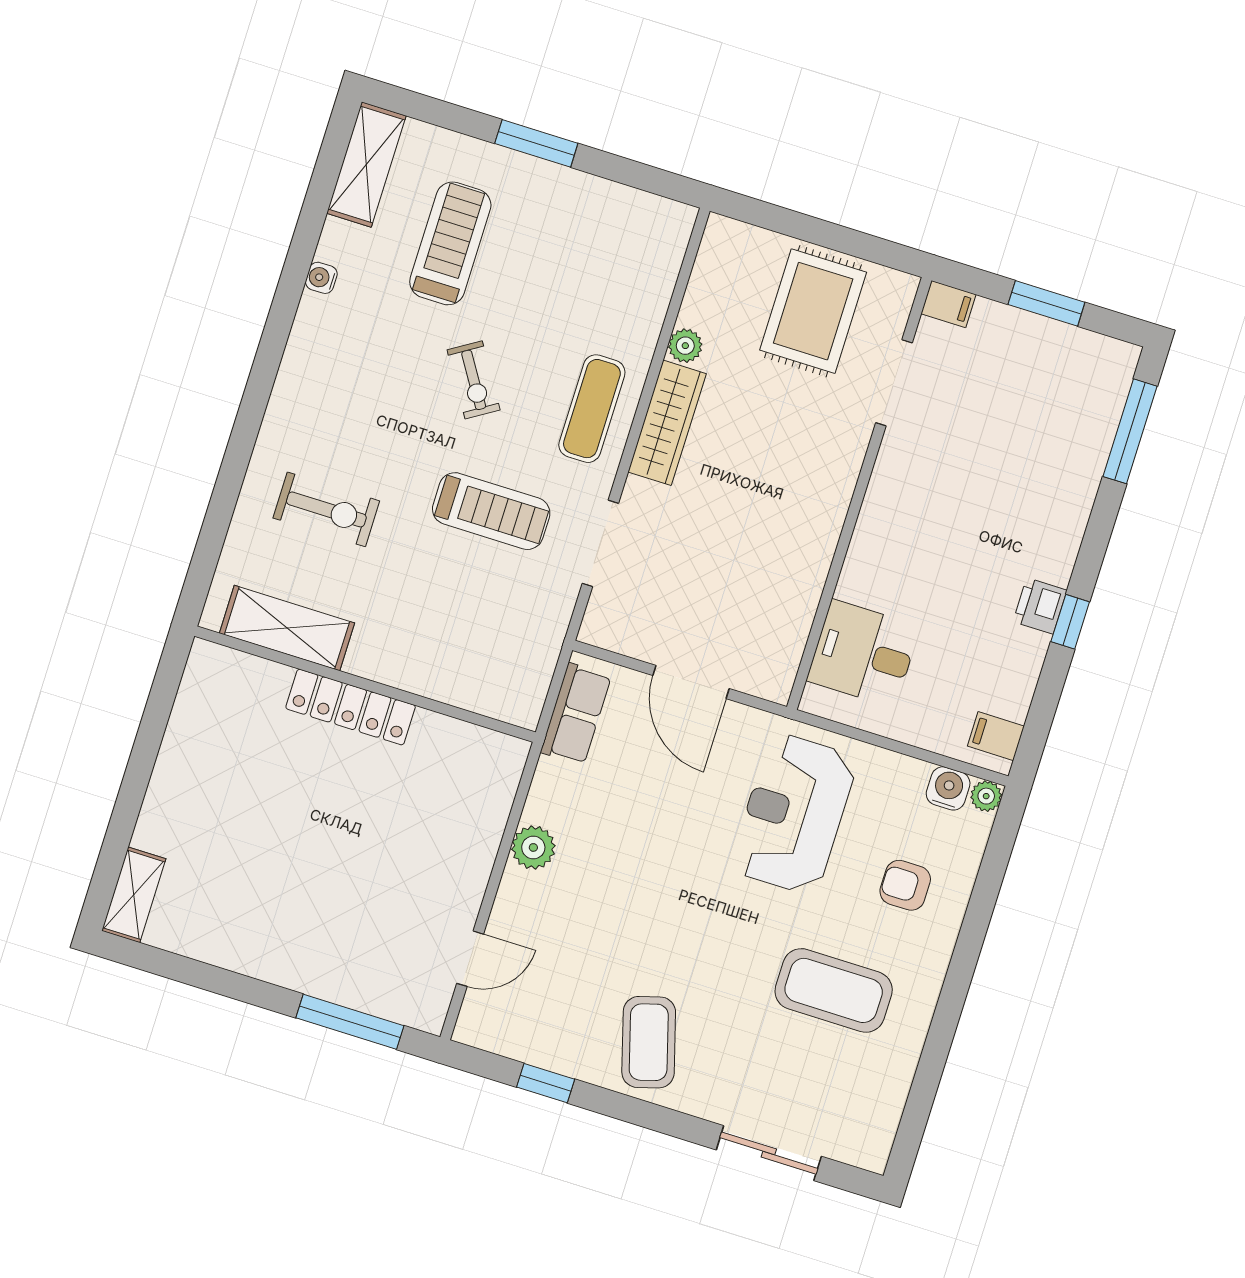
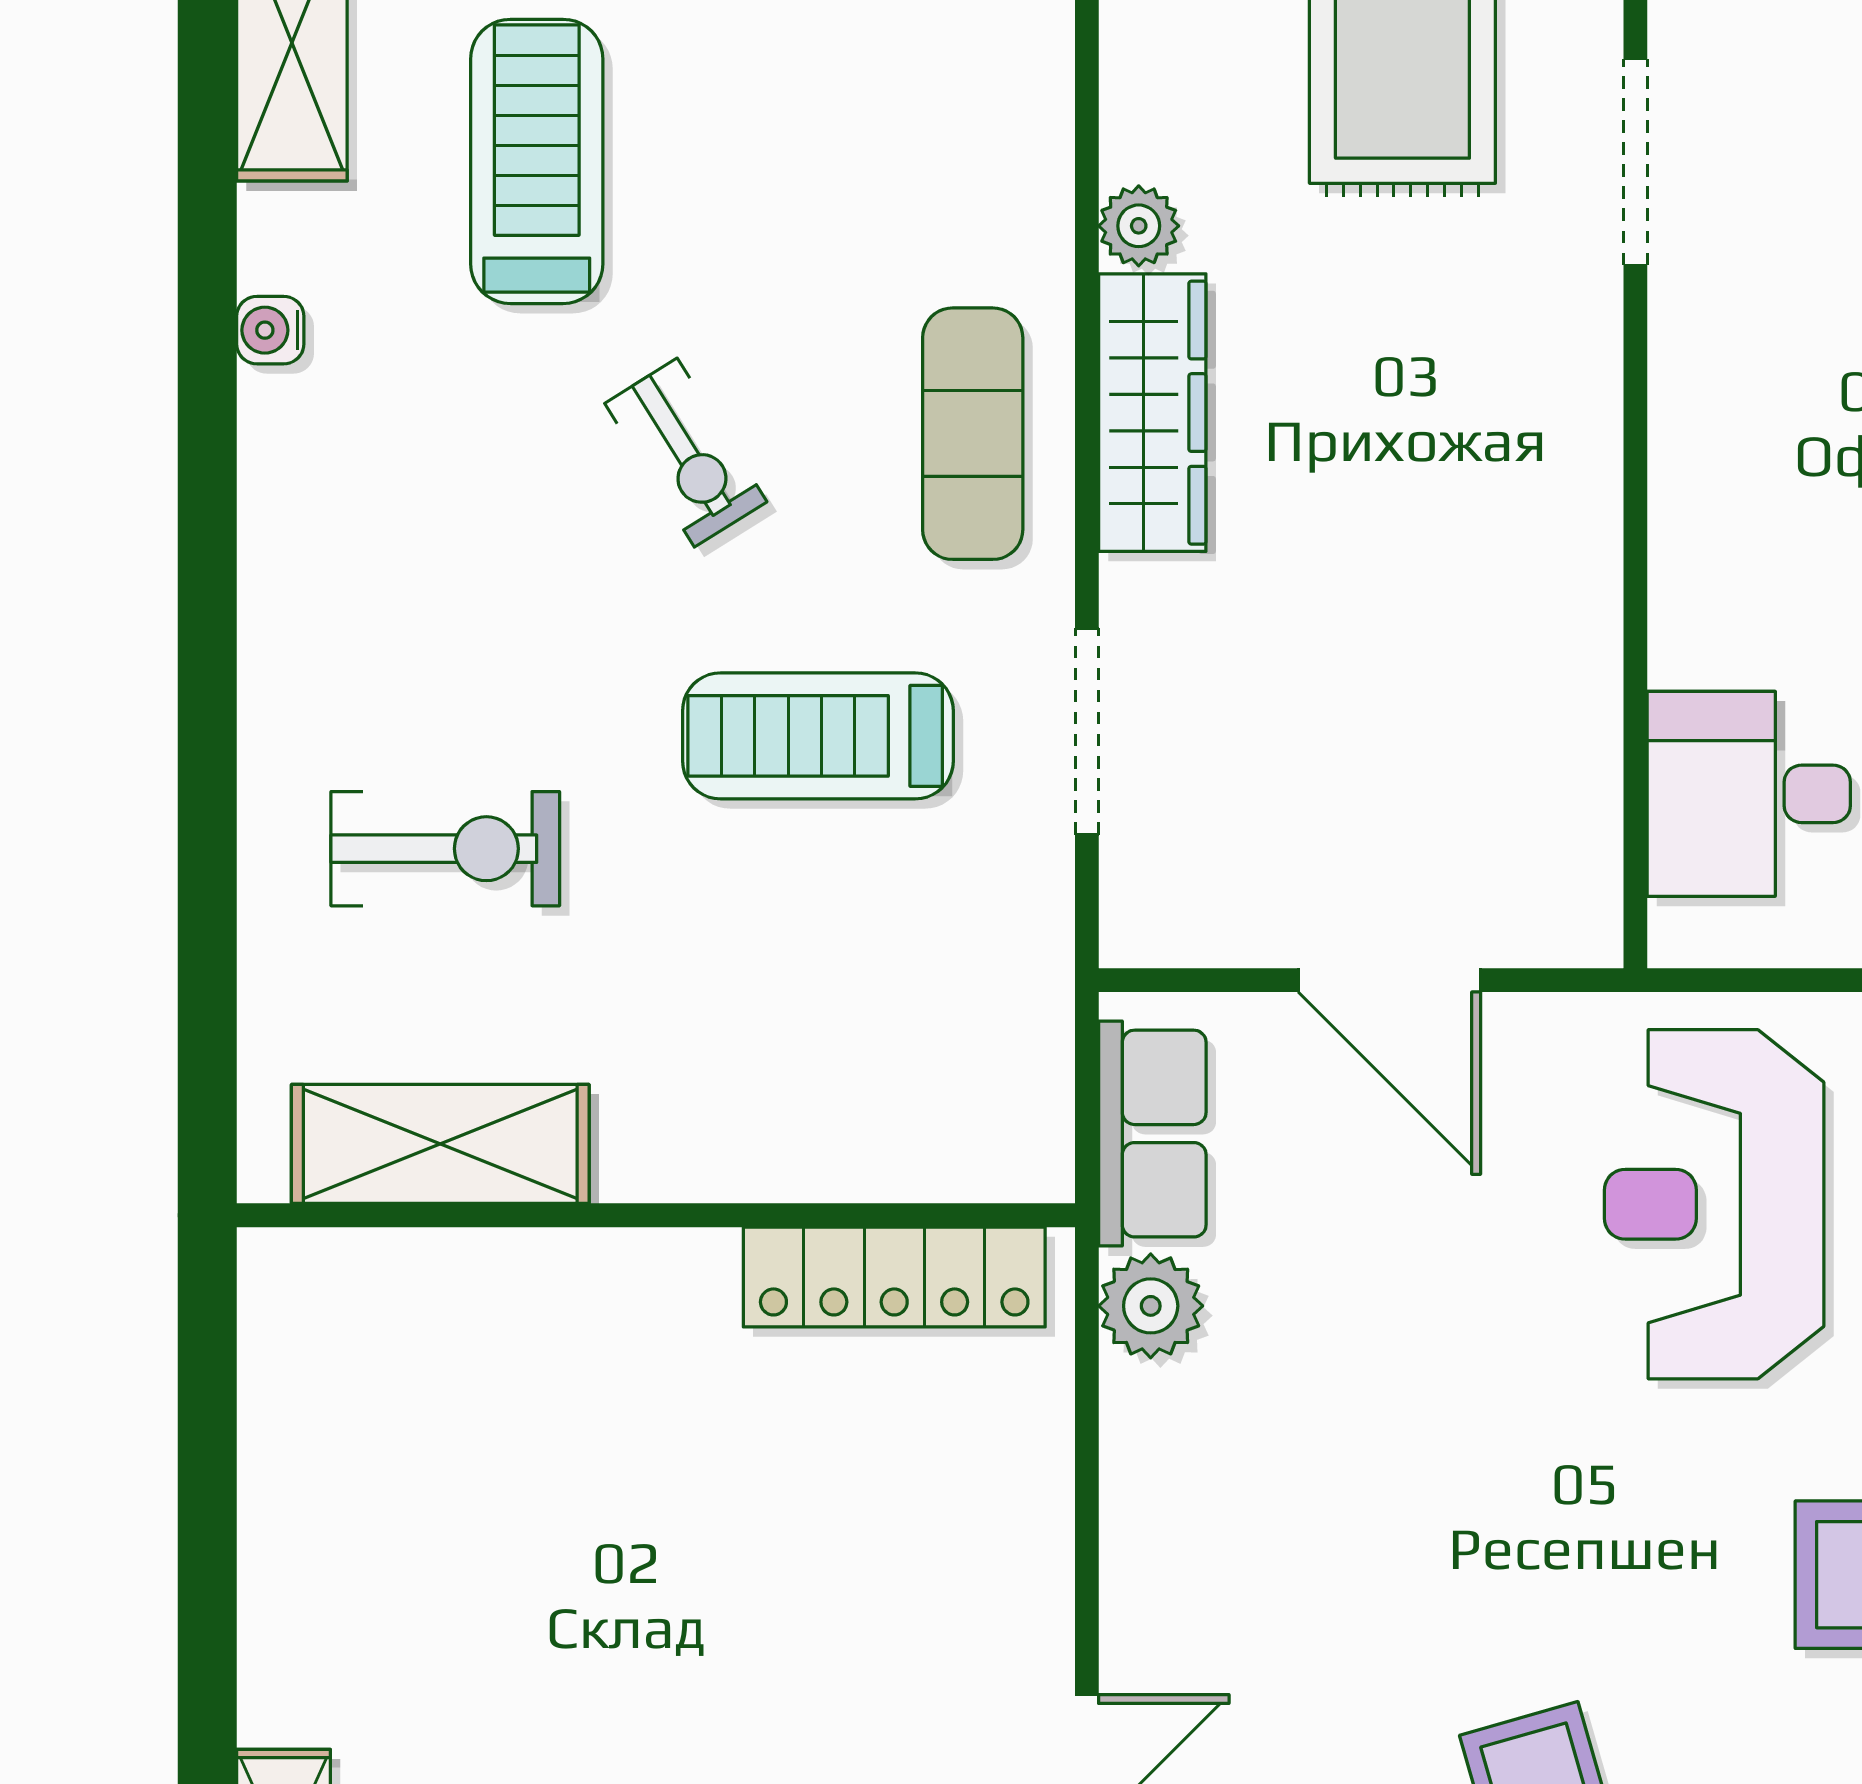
treadmill: (491, 511) -> (818, 736), turned 180
locker: (351, 707) -> (894, 1277), moved
plant: (533, 847) -> (1151, 1306), moved

